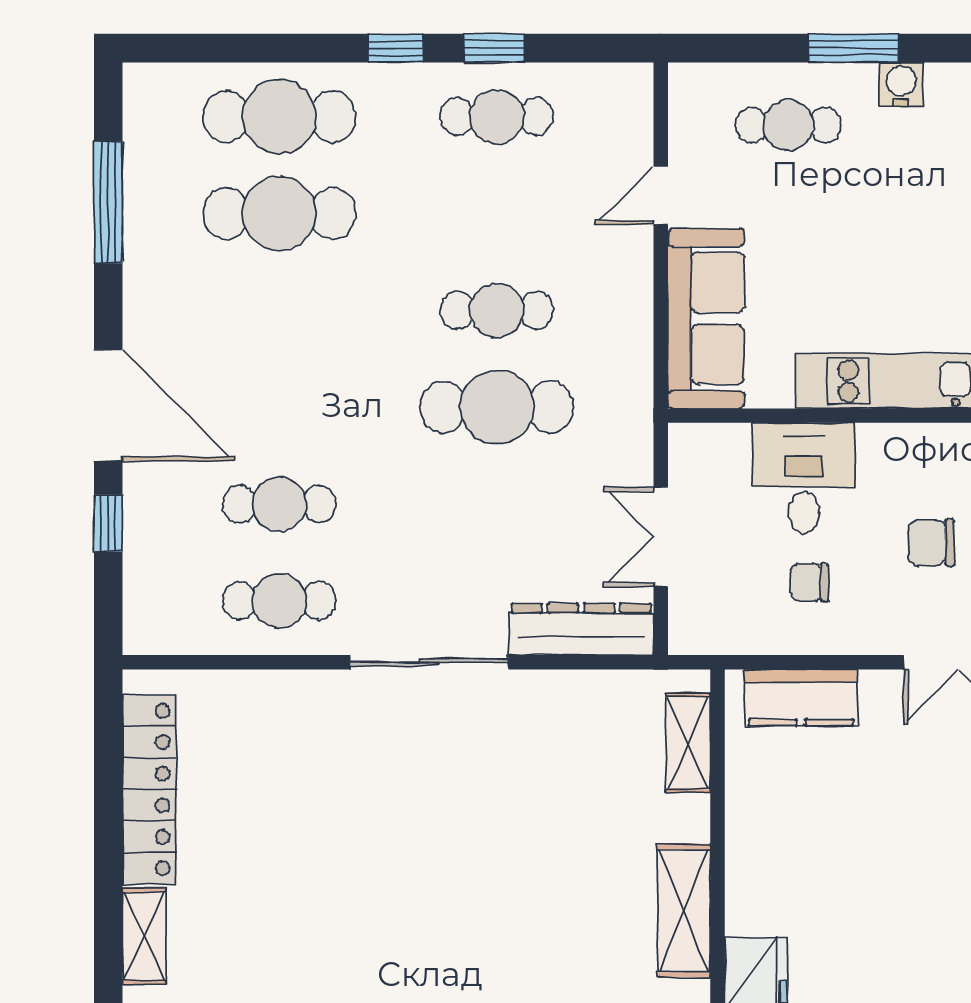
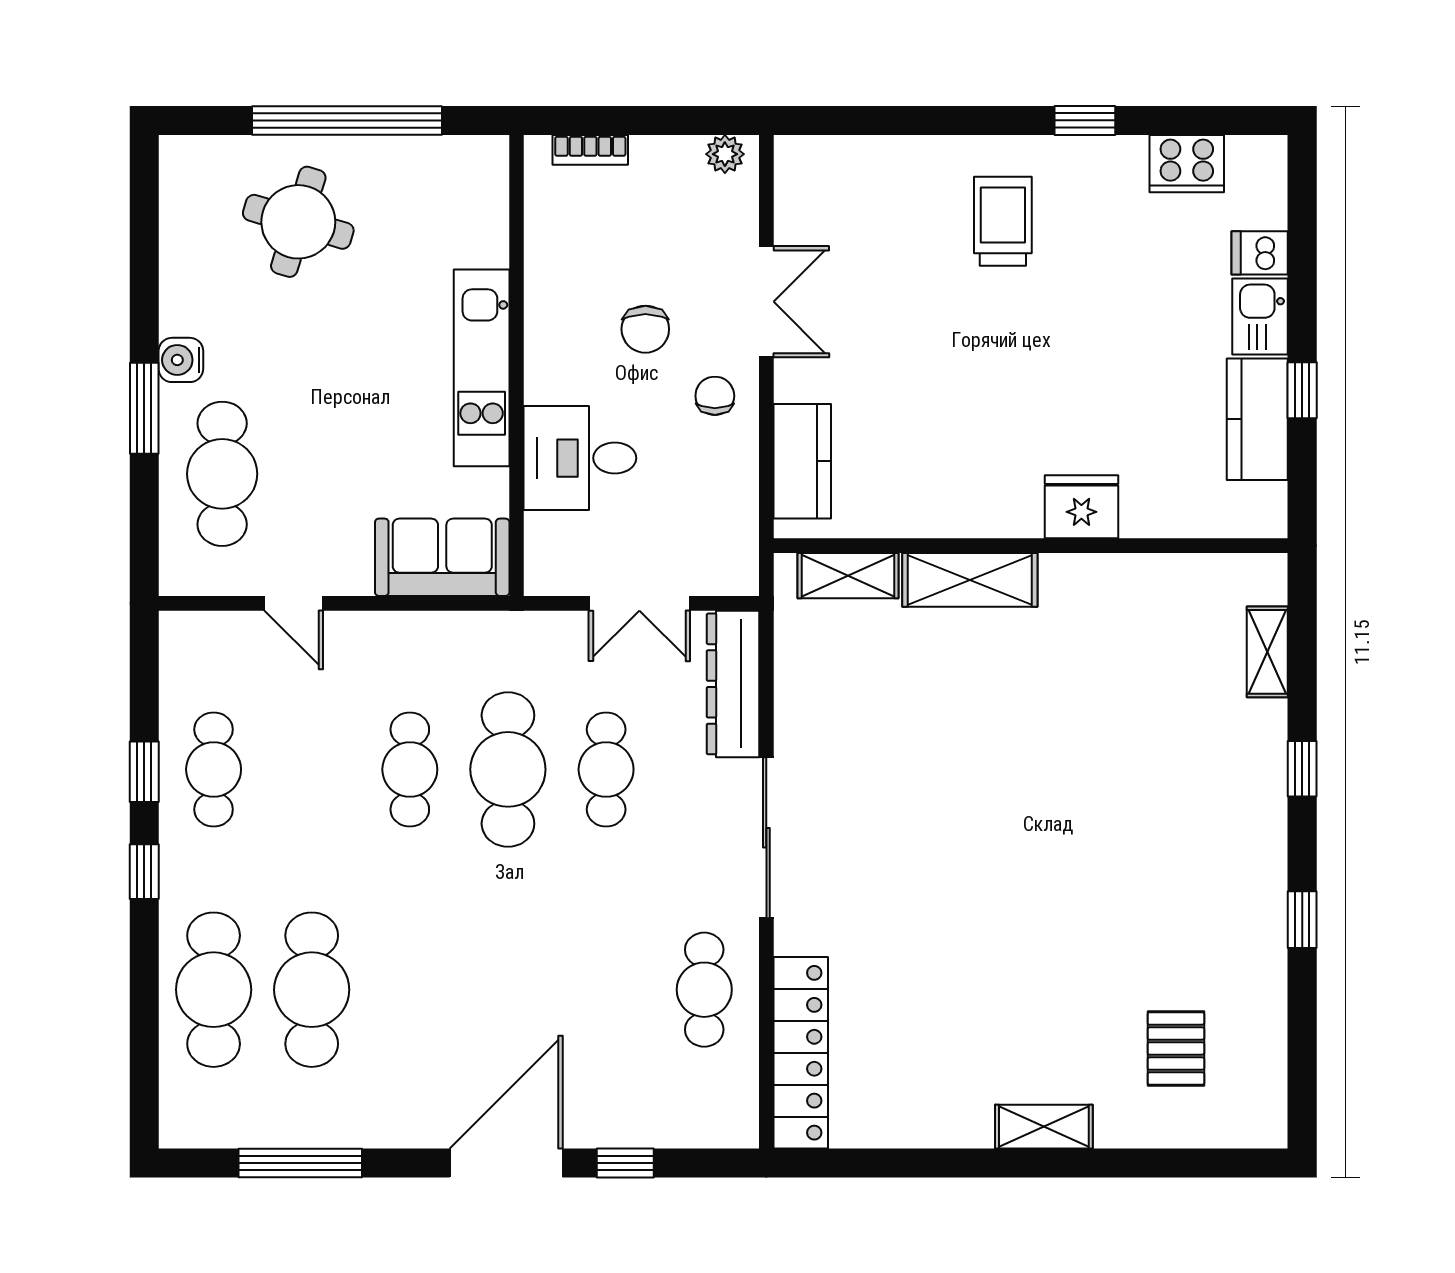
cafe table: (788, 125) -> (222, 474), width x1.37, depth x1.35
sofa: (706, 318) -> (442, 557), width x0.73
cafe table: (279, 504) -> (606, 769), moved
chair: (810, 582) -> (715, 396), moved, turned 180
locker: (149, 790) -> (801, 1053), moved, turned 90
shelving: (684, 910) -> (970, 580), moved

